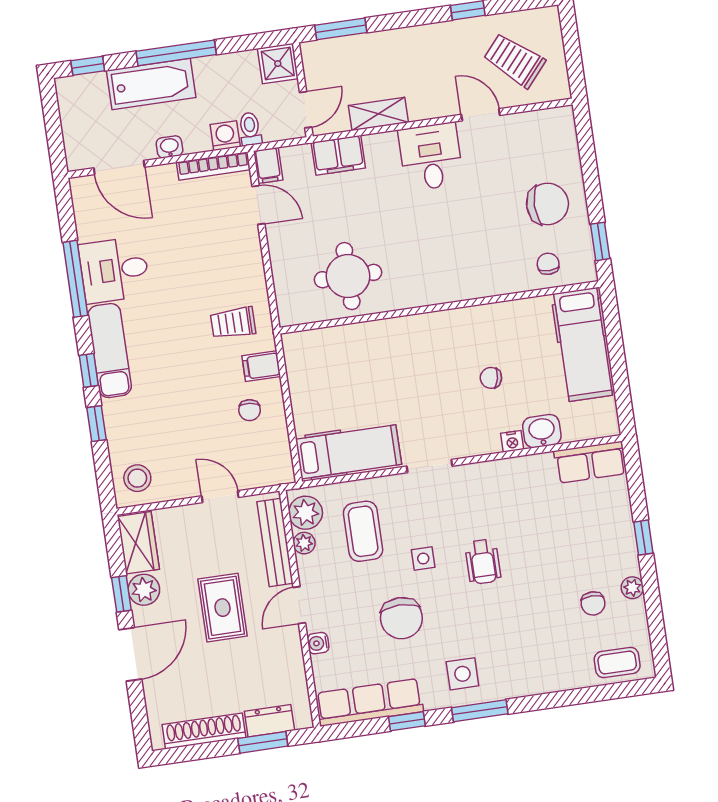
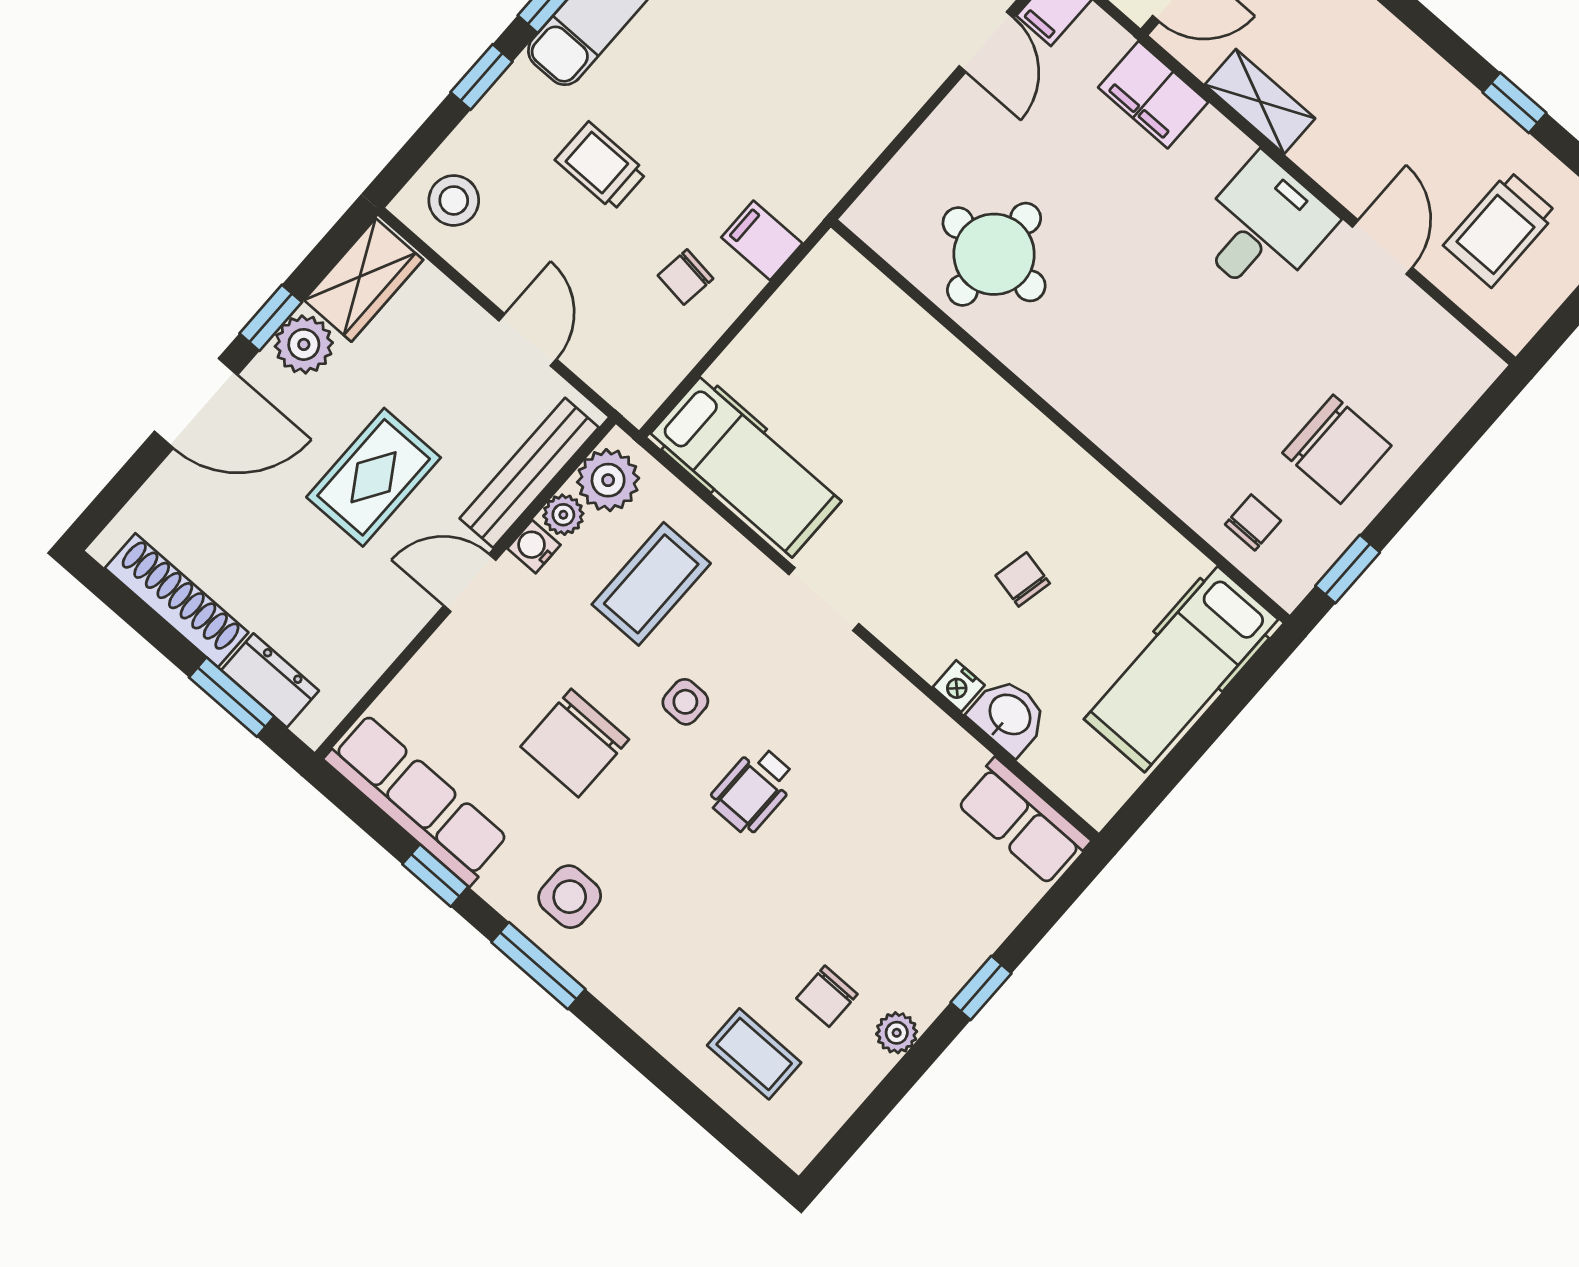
trolley: (514, 60) -> (1500, 229), turned -131
trolley: (233, 323) -> (601, 166), moved
water cooler: (318, 643) -> (534, 547), moved
coffee table: (617, 662) -> (754, 1054), moved

